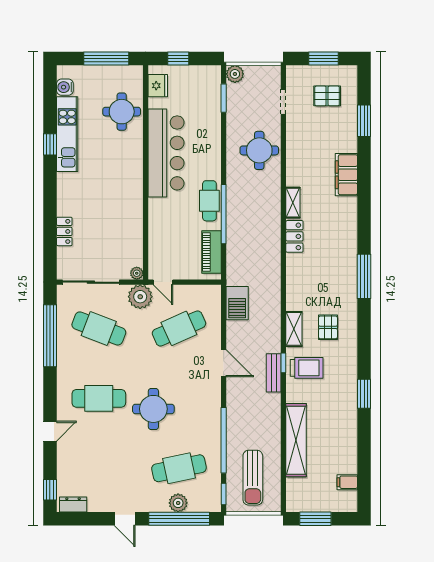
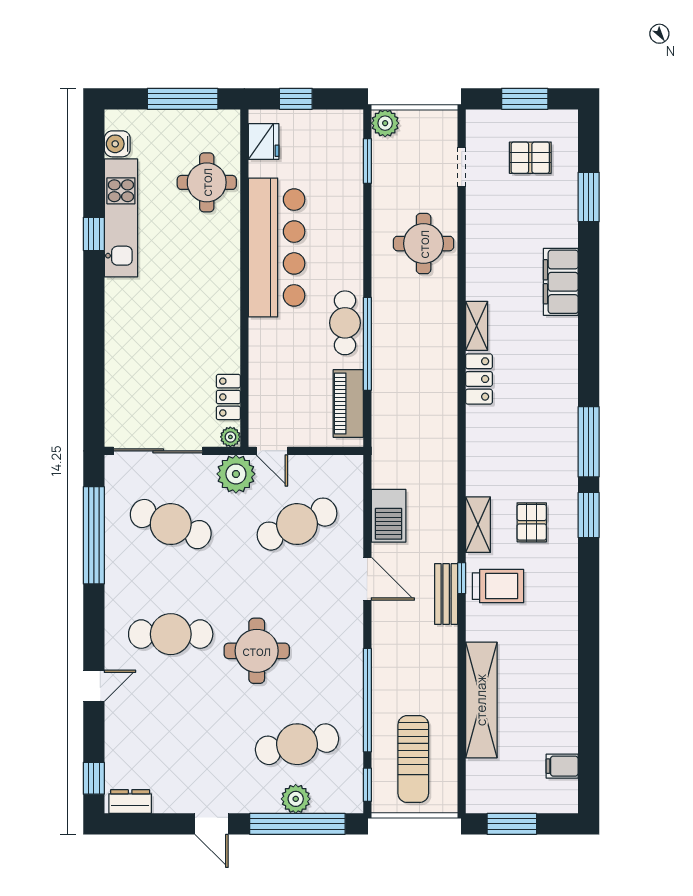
locker: (64, 231) -> (228, 397), moved, turned 180
barbecue: (237, 303) -> (389, 516), moved
window: (364, 394) -> (589, 515), moved

